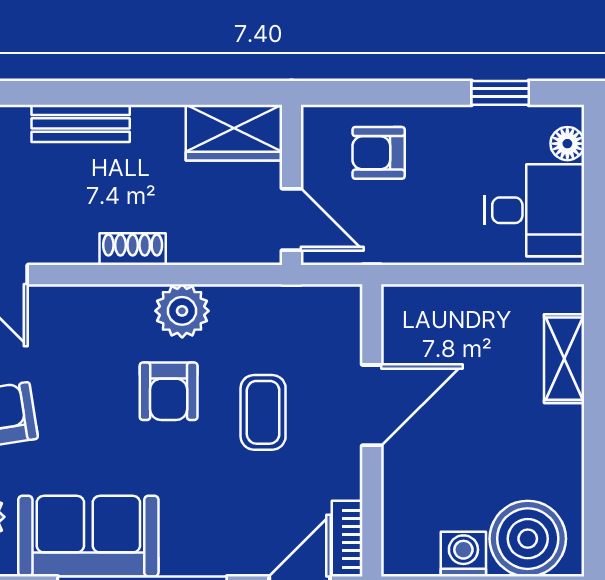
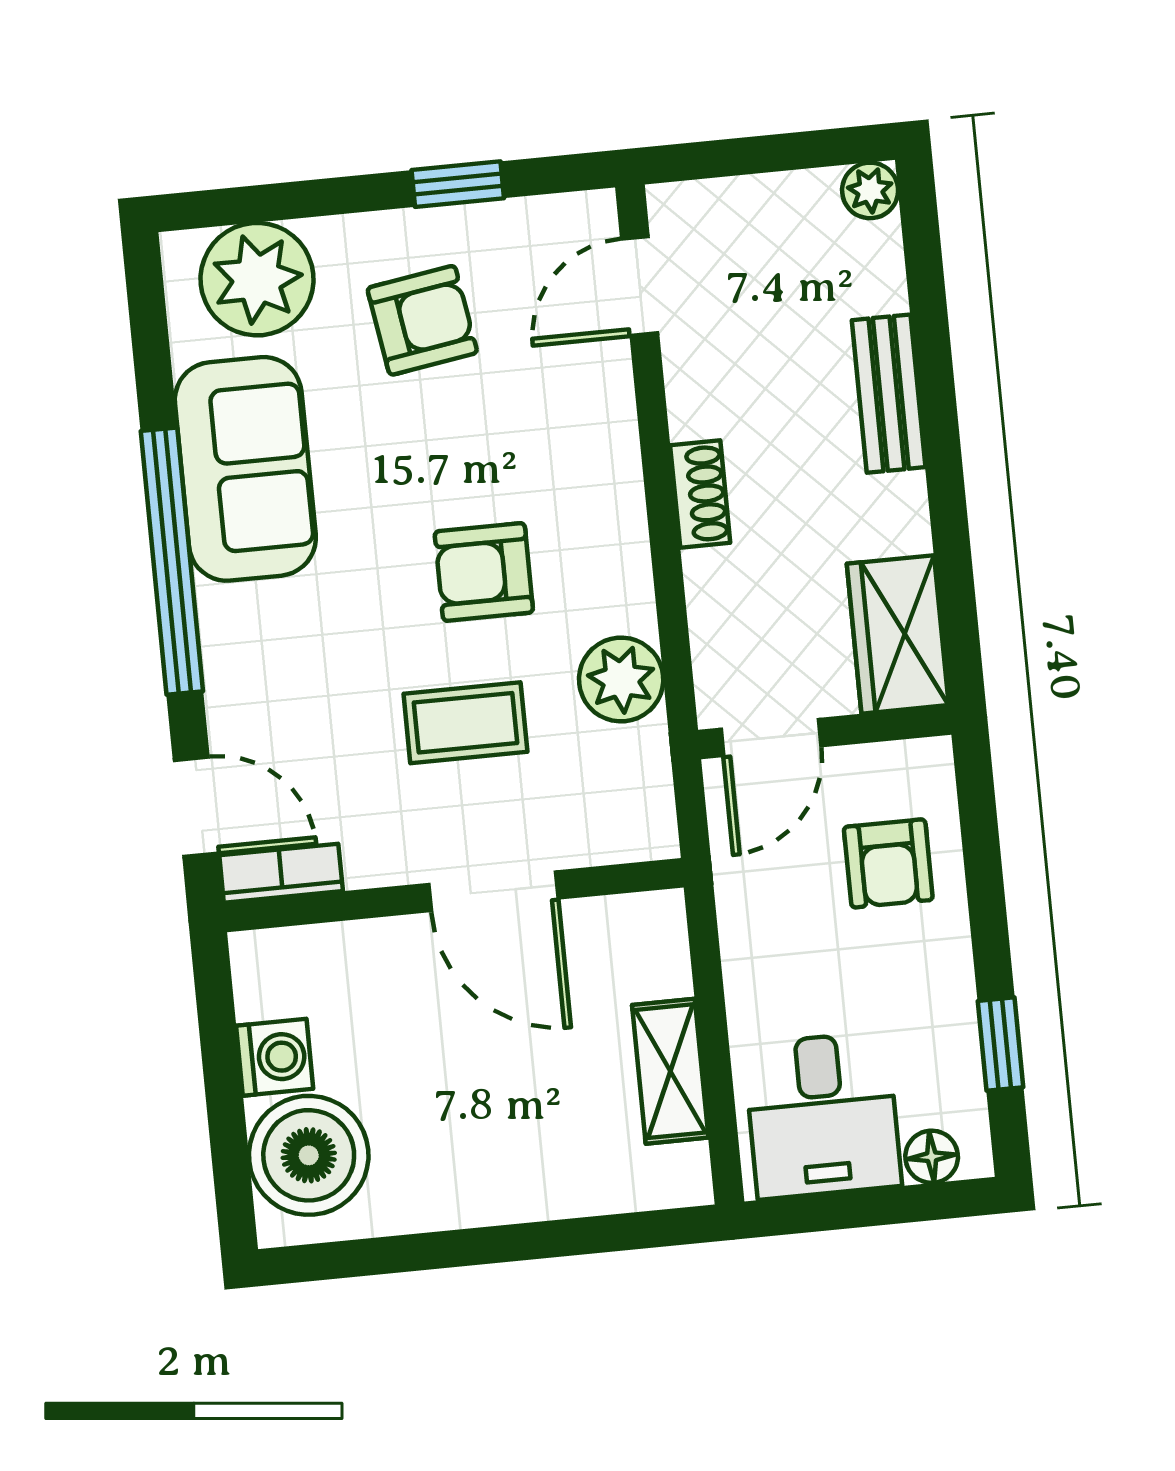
armchair: (379, 153) -> (888, 863), turned 180
plant: (182, 311) -> (621, 680), moved
shelving: (564, 359) -> (670, 1071), moved, turned 90

